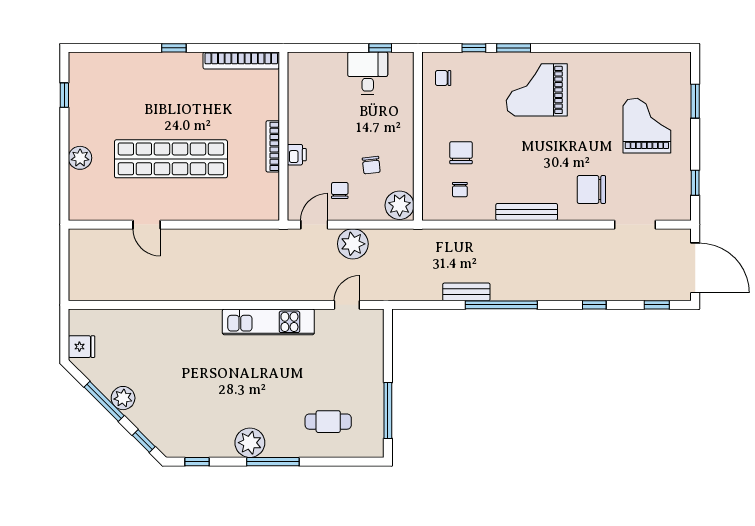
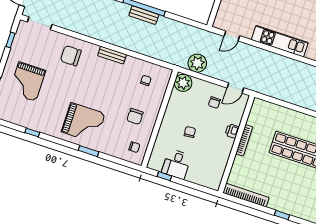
window: (474, 48) -> (32, 132), moved
chair: (461, 153) -> (135, 116), moved
chair: (371, 165) -> (190, 132), moved
chair: (591, 190) -> (71, 56), turned 180
bench: (527, 212) -> (112, 55), width x0.73
doorway: (635, 225) -> (40, 23), moved
plant: (353, 244) -> (197, 63), moved
bench: (466, 292) -> (144, 15), moved

